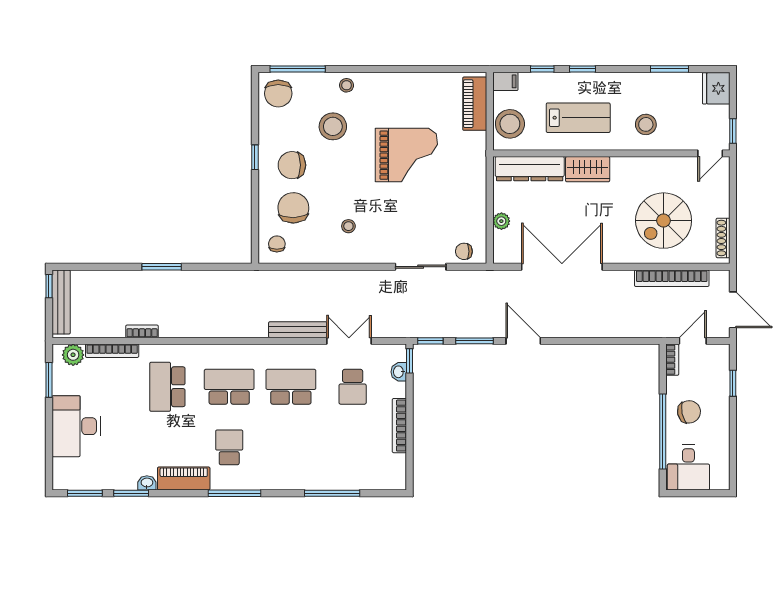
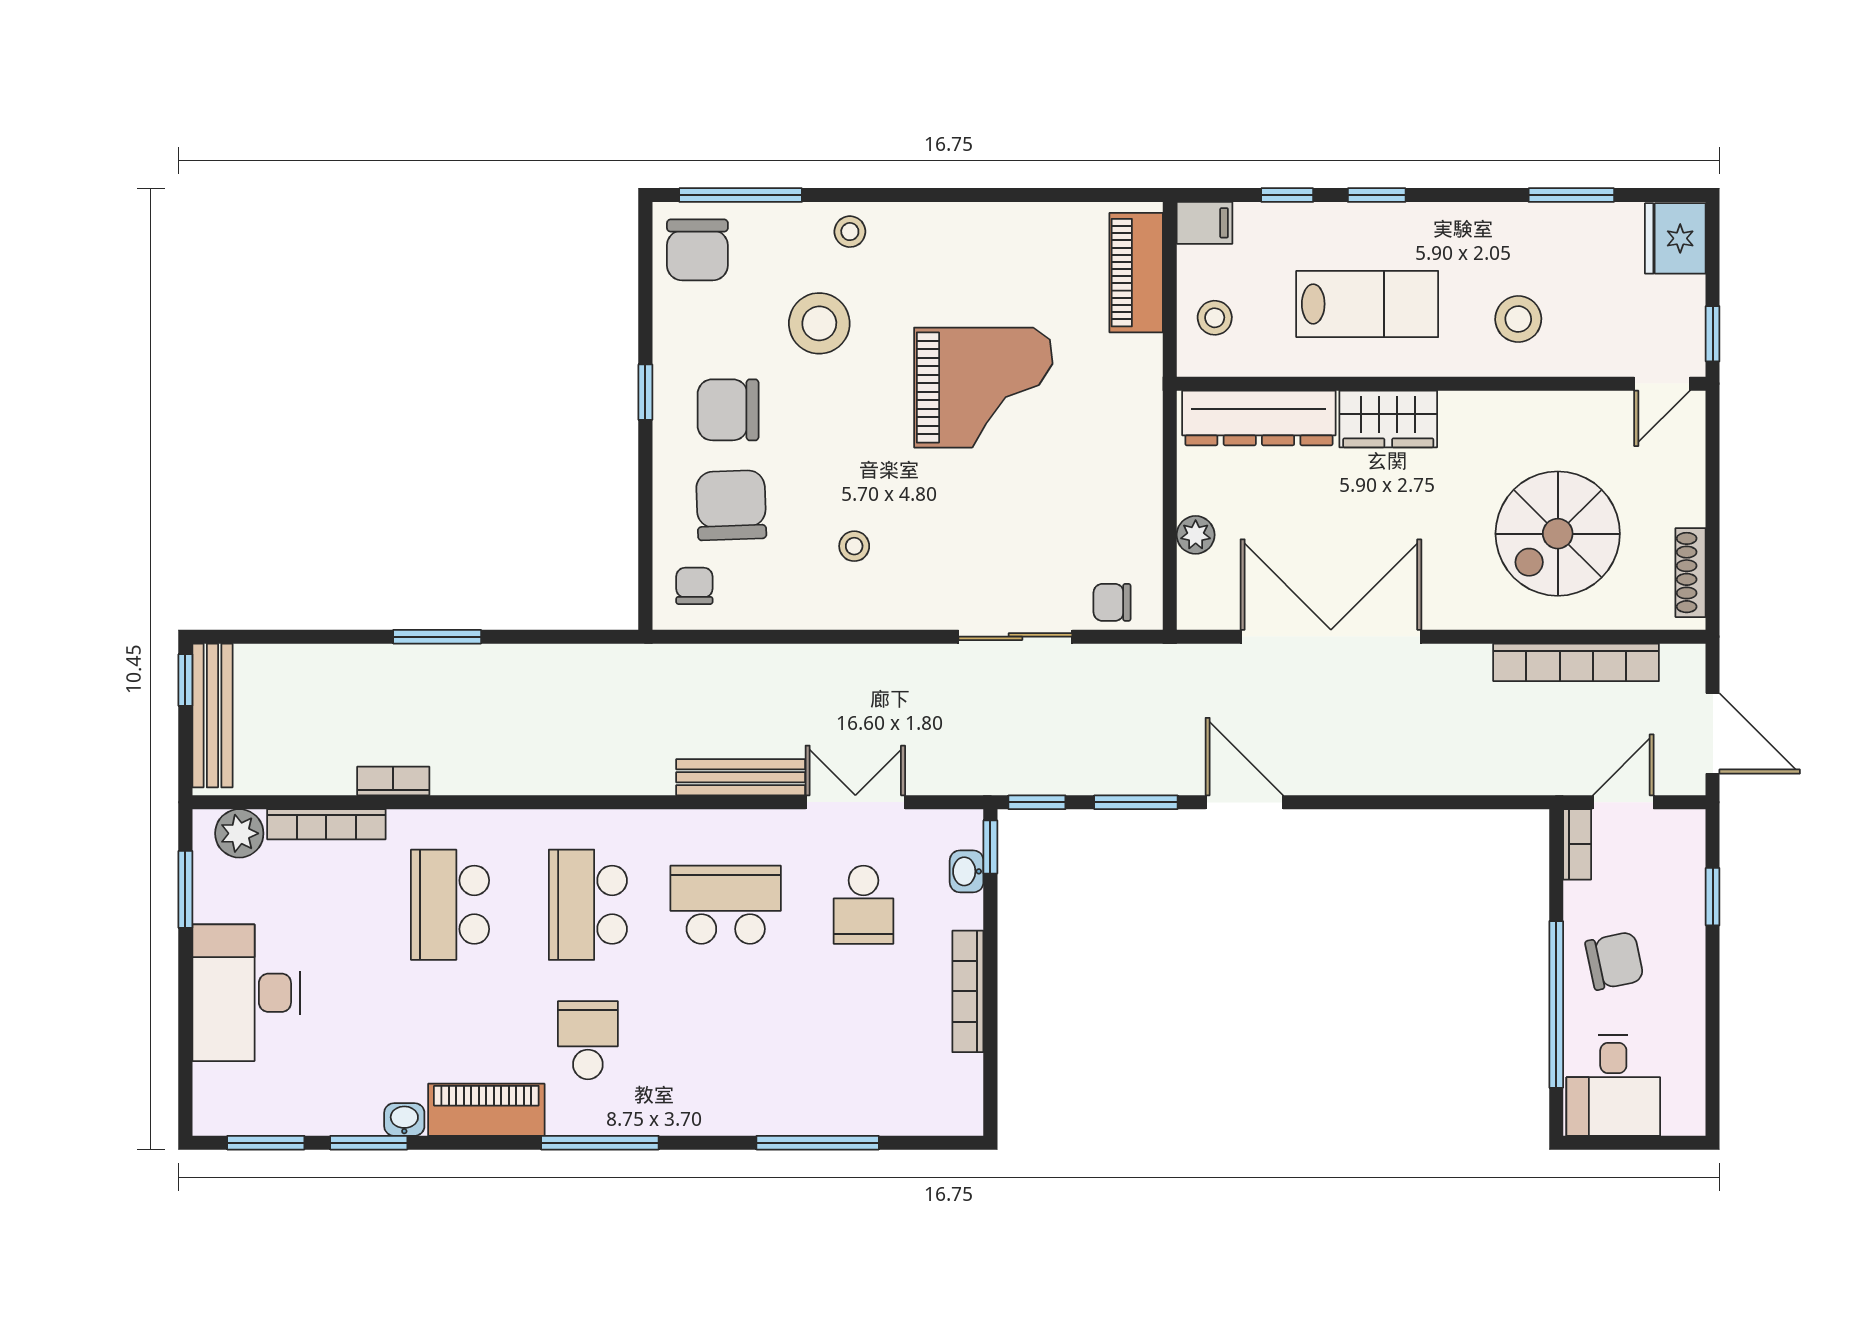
stool: (510, 124) -> (1215, 318), width x0.53, depth x0.53
school desk: (229, 387) -> (588, 905), turned -90

